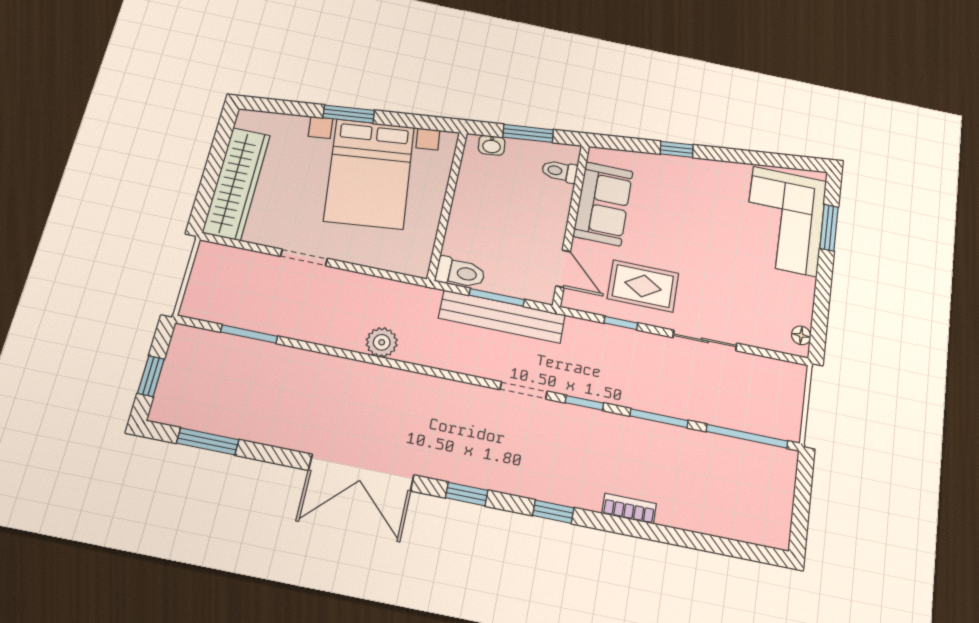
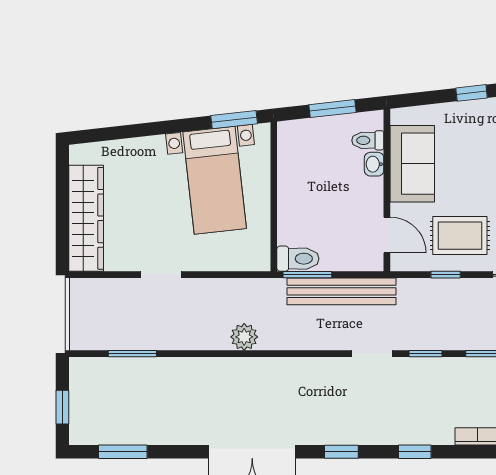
window: (349, 114) -> (234, 120), moved
washbasin: (492, 145) -> (374, 164), moved, turned 96
bed with nightstands: (369, 174) -> (215, 180), width x0.73
window: (497, 297) -> (307, 275), moved

